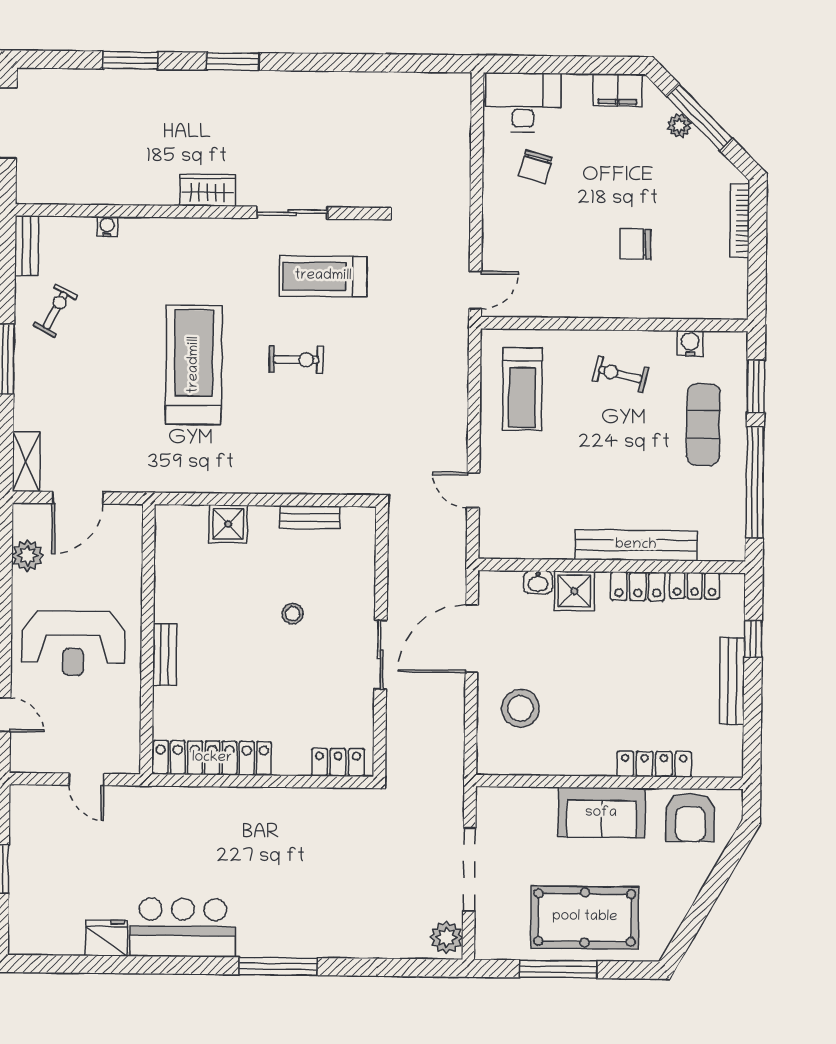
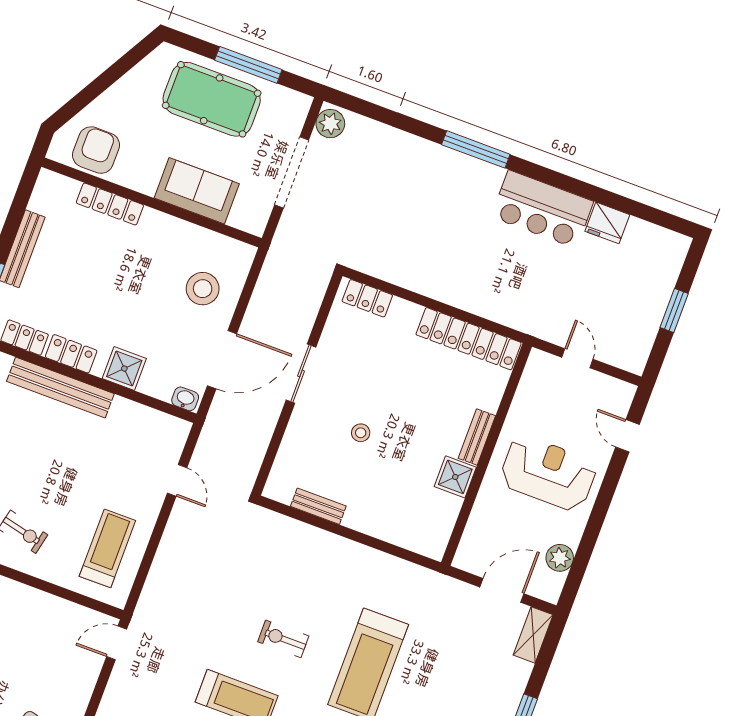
shower: (228, 524) -> (455, 477), moved
washbasin: (538, 582) -> (185, 399), moved
sofa: (601, 813) -> (197, 191), moved

